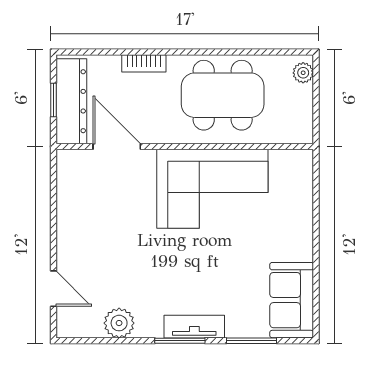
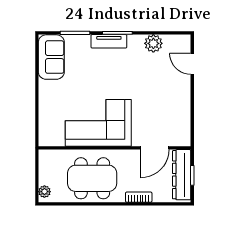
door: (117, 147) -> (155, 148), hinge flipped

